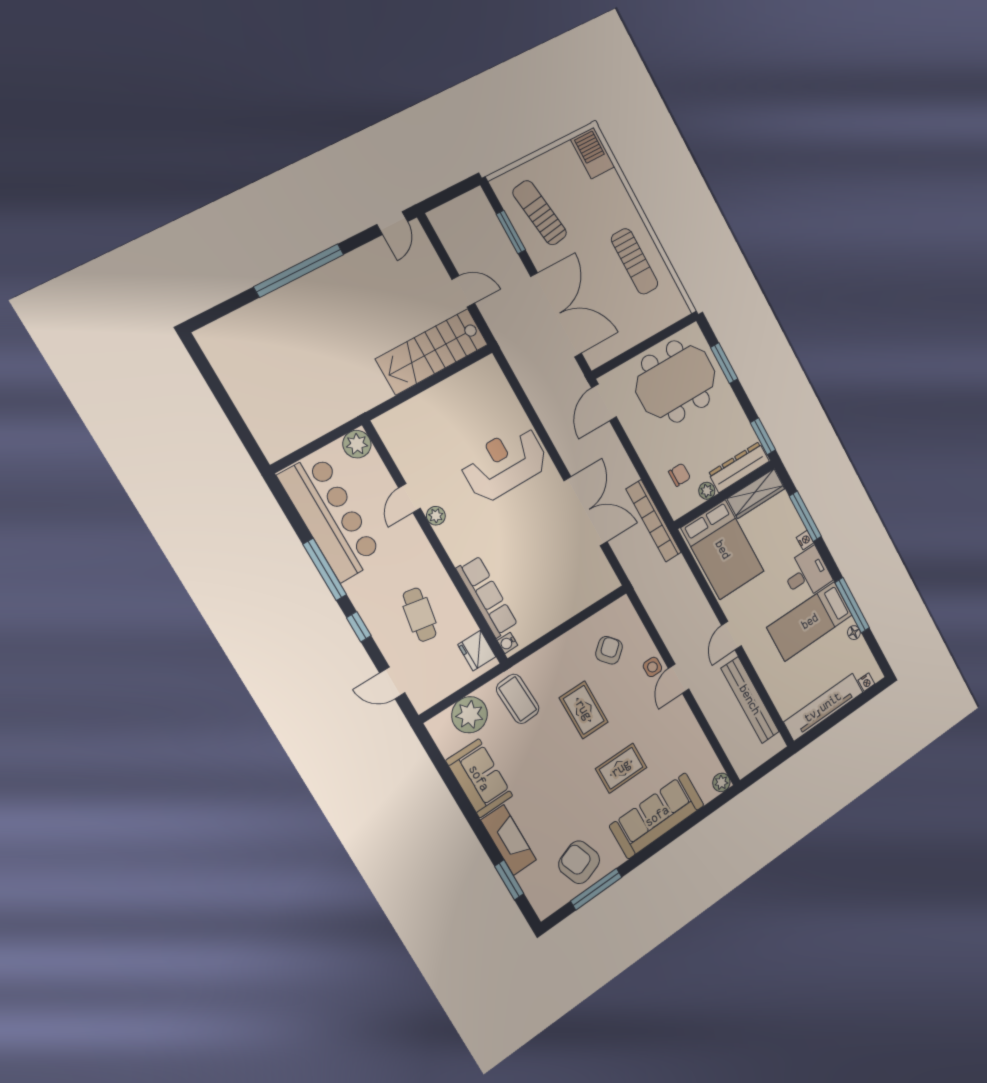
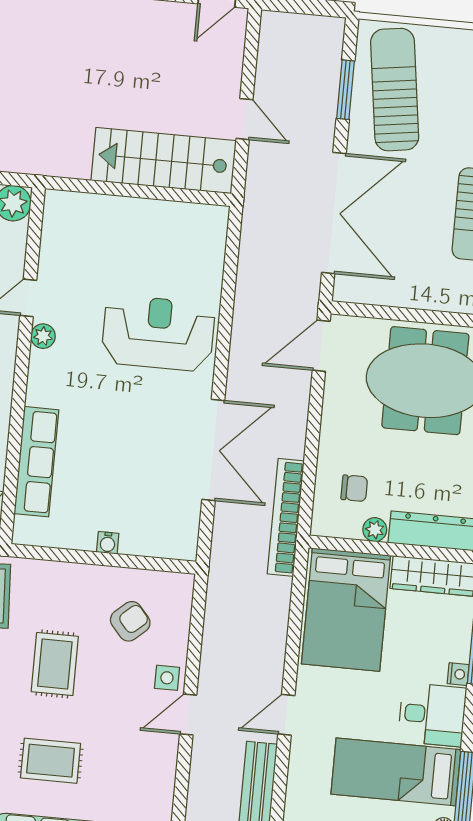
sun lounger: (540, 213) -> (395, 90), width x1.36, depth x1.34
water cooler: (507, 643) -> (108, 543), moved, turned -90

